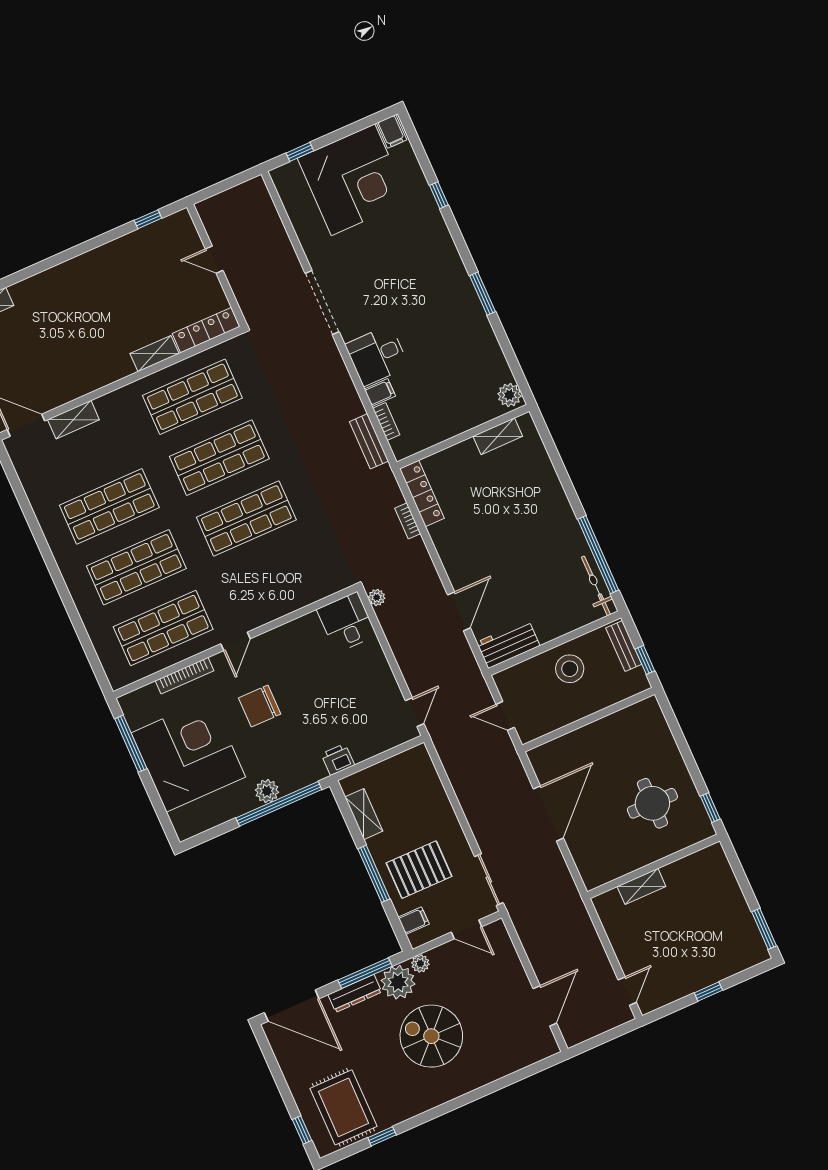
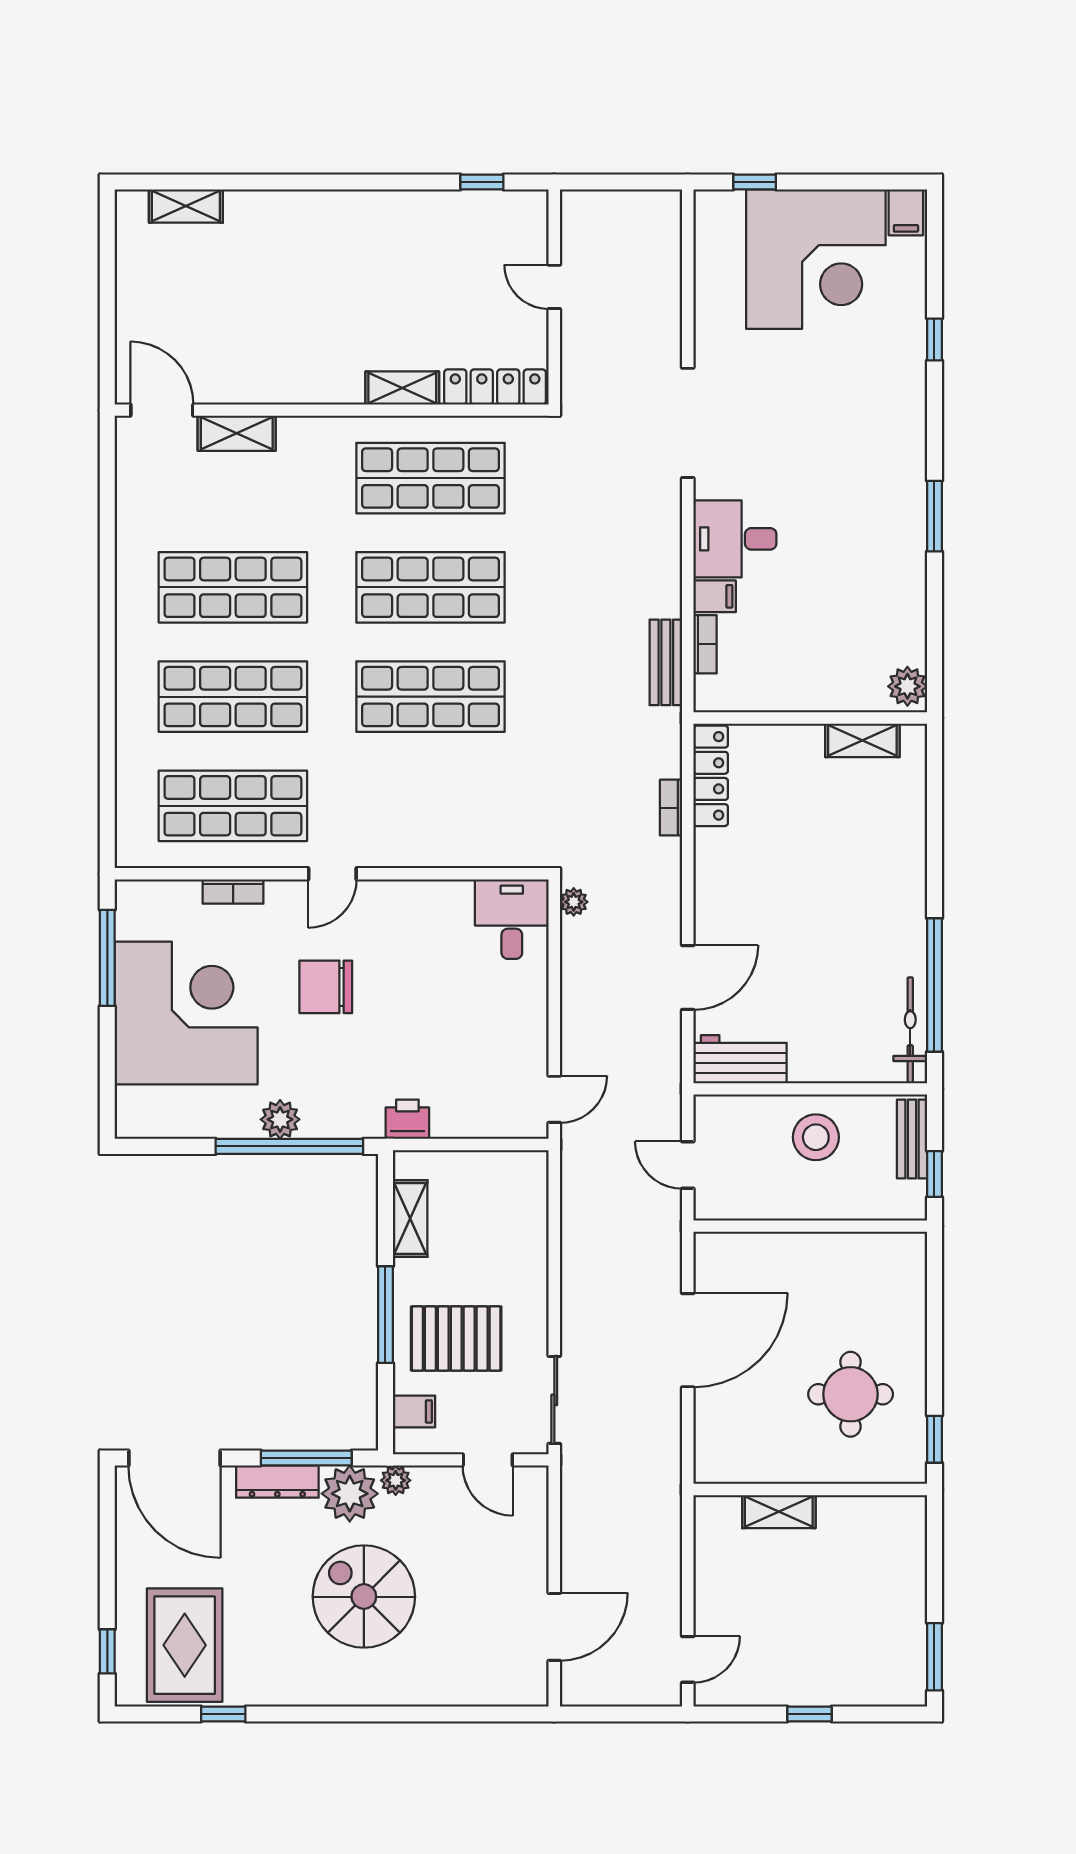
bookcase: (184, 676) -> (233, 892), width x0.64

